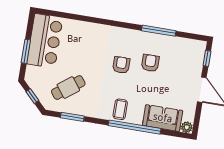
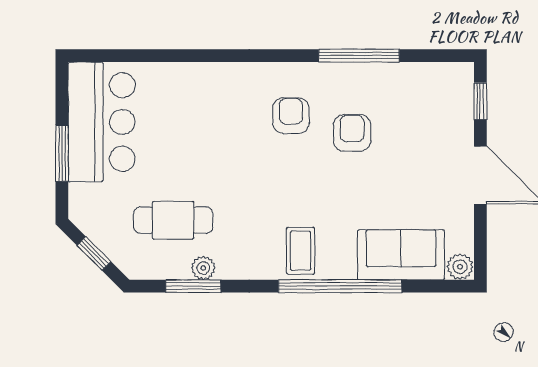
armchair: (121, 65) -> (291, 116), moved
cafe table: (68, 88) -> (173, 220), turned 37
plant: (78, 110) -> (203, 268), added

